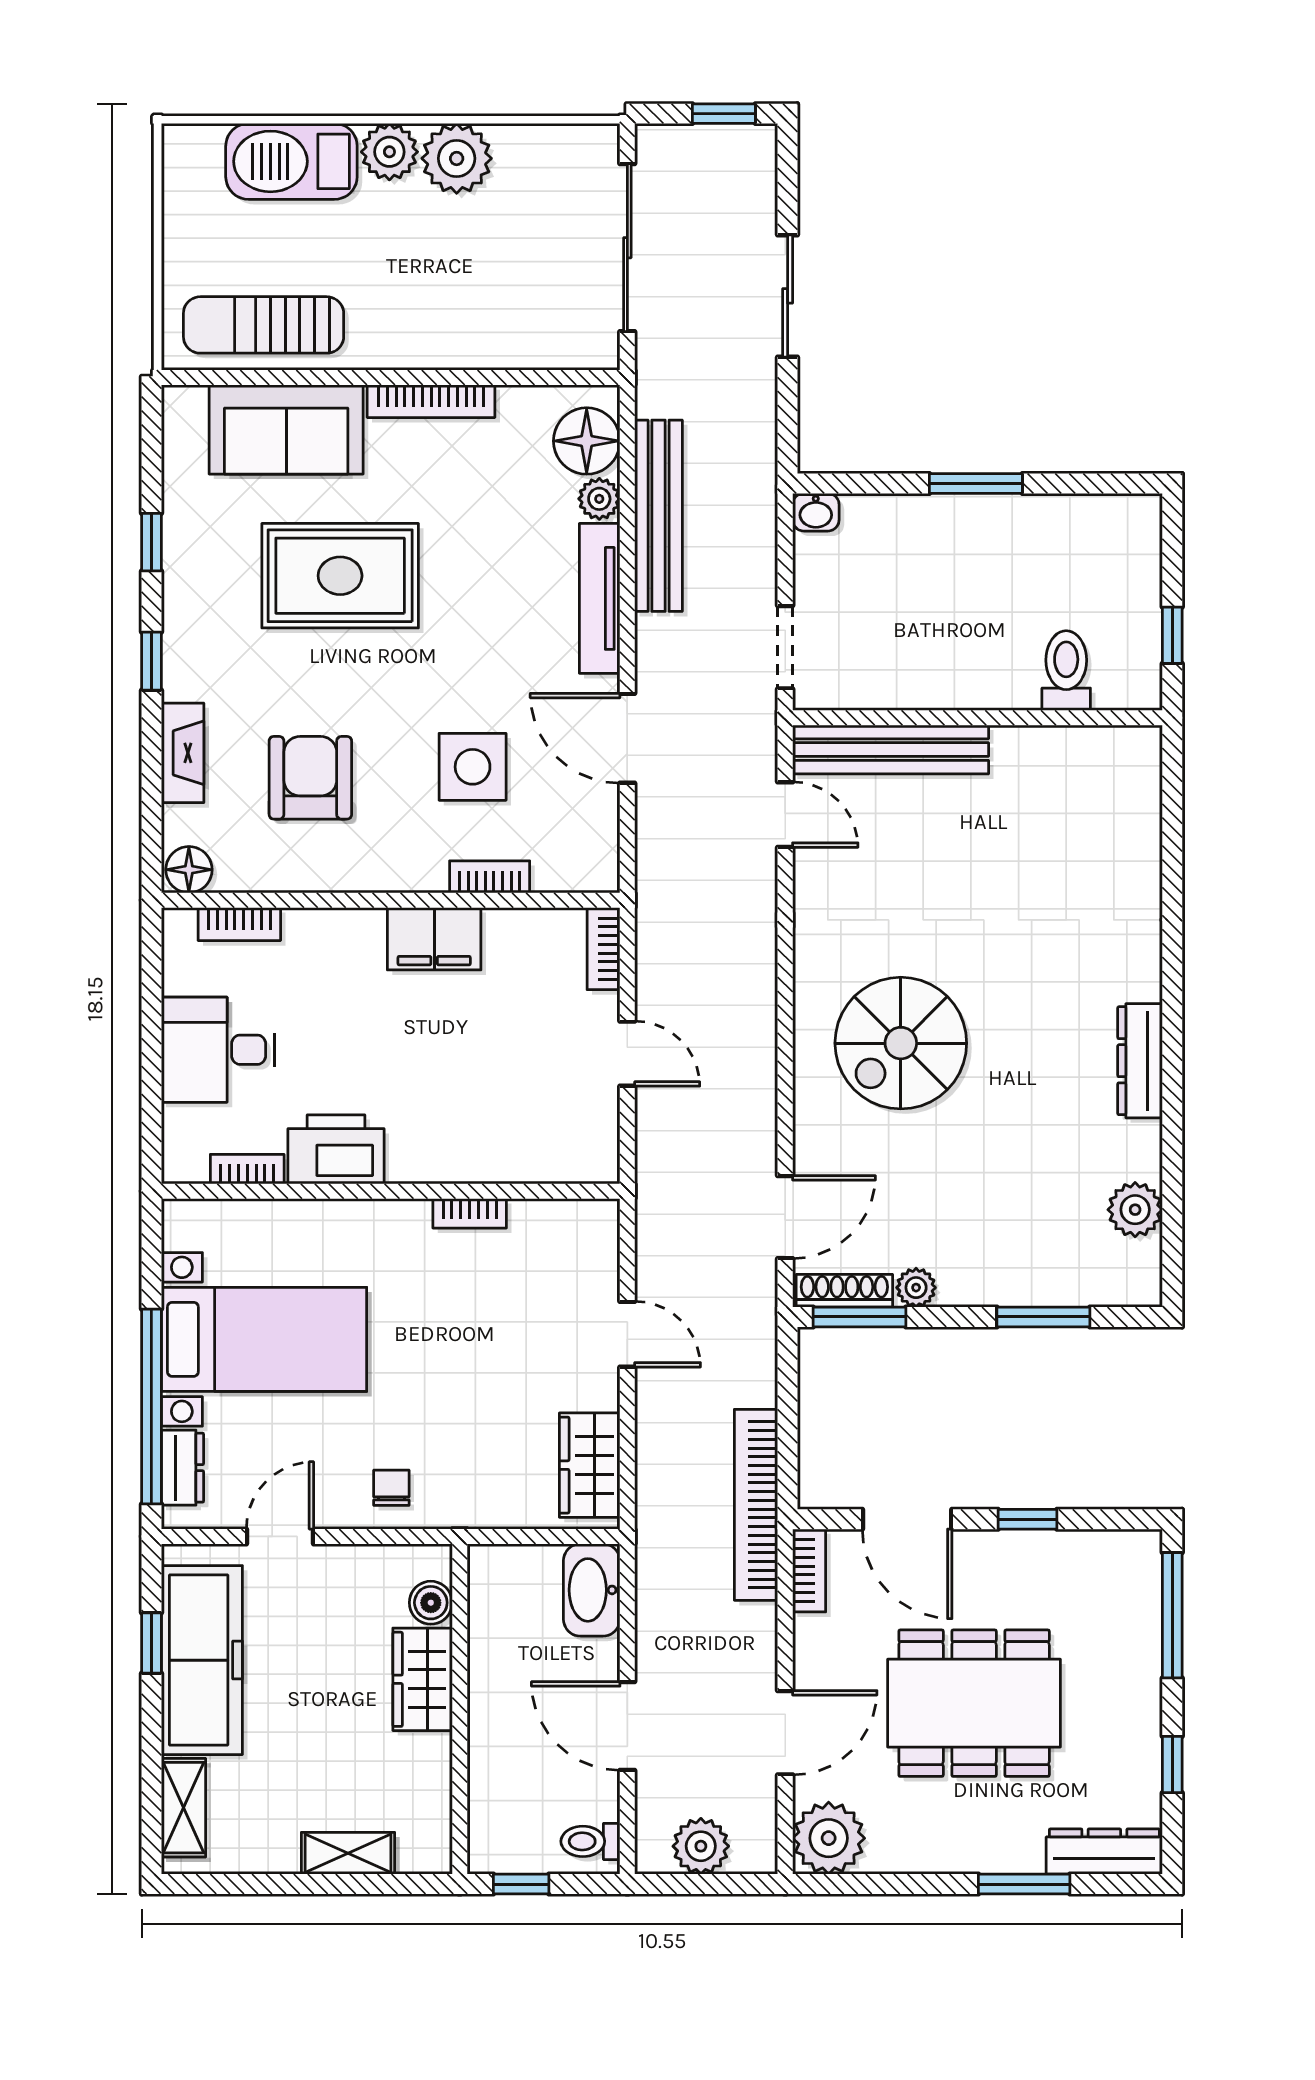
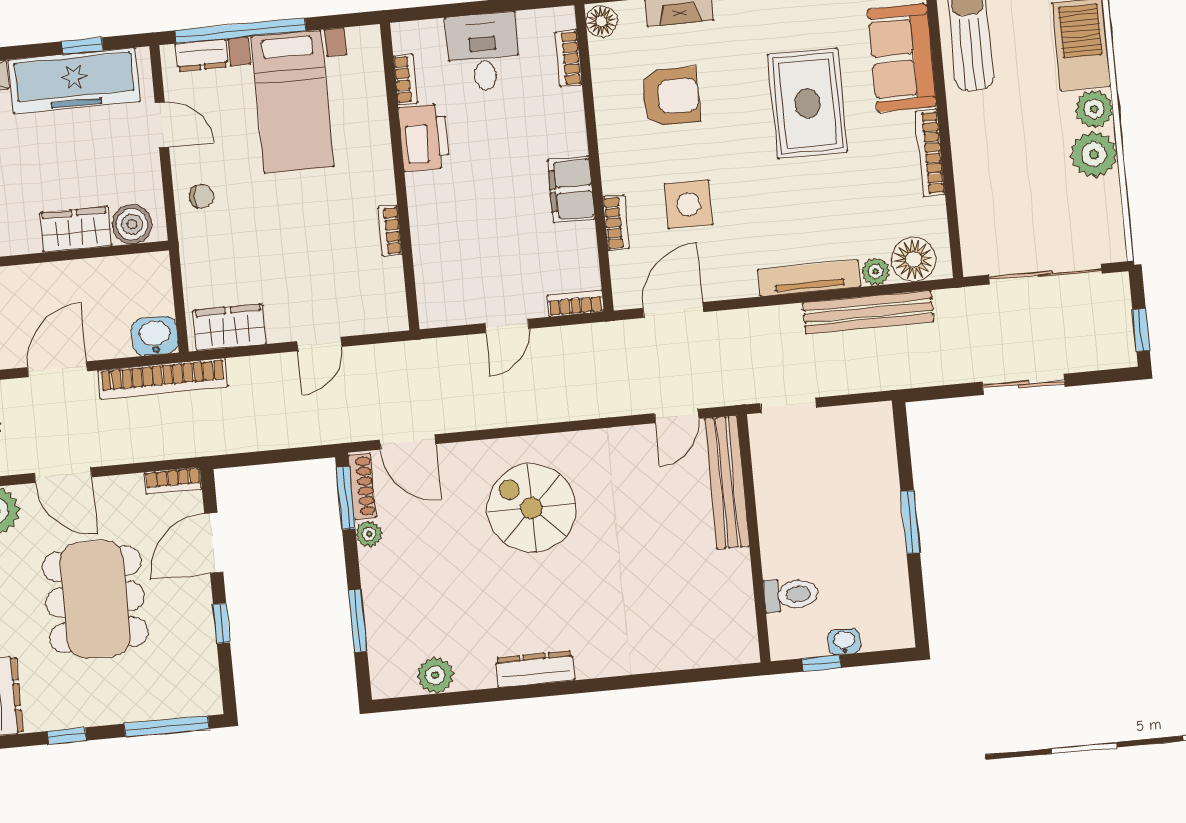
washbasin: (816, 512) -> (844, 642), moved, turned 90
door: (627, 738) -> (673, 310), moved
bookcase: (756, 1505) -> (163, 379), moved, turned 180
washbasin: (592, 1590) -> (155, 336), width x0.72
boiler: (431, 1603) -> (132, 224), width x1.36, depth x1.36

